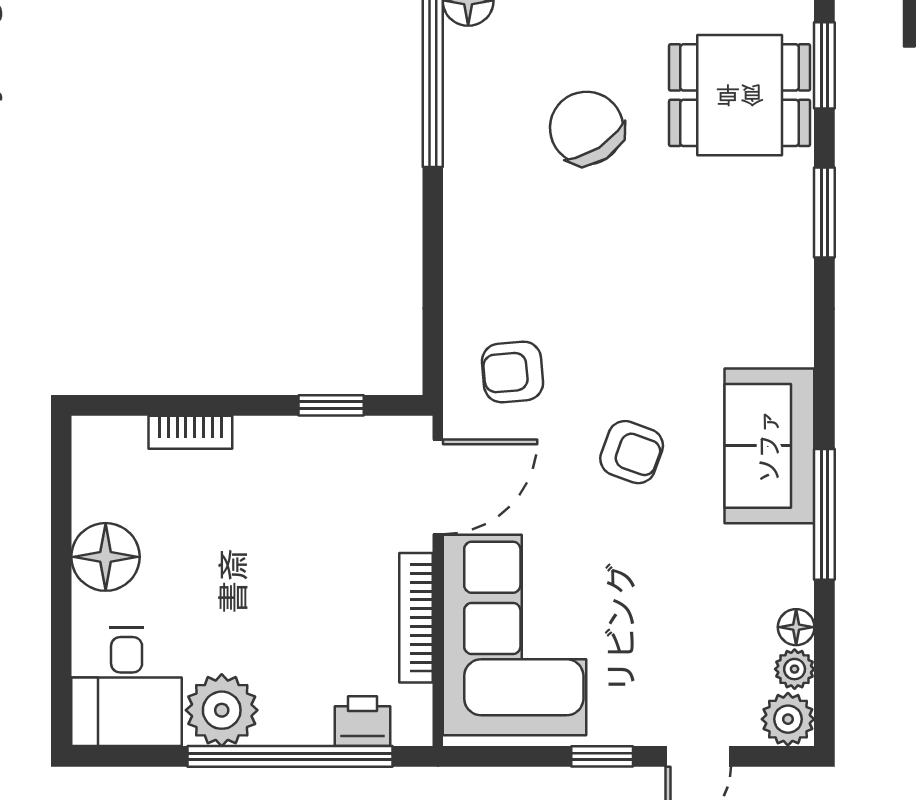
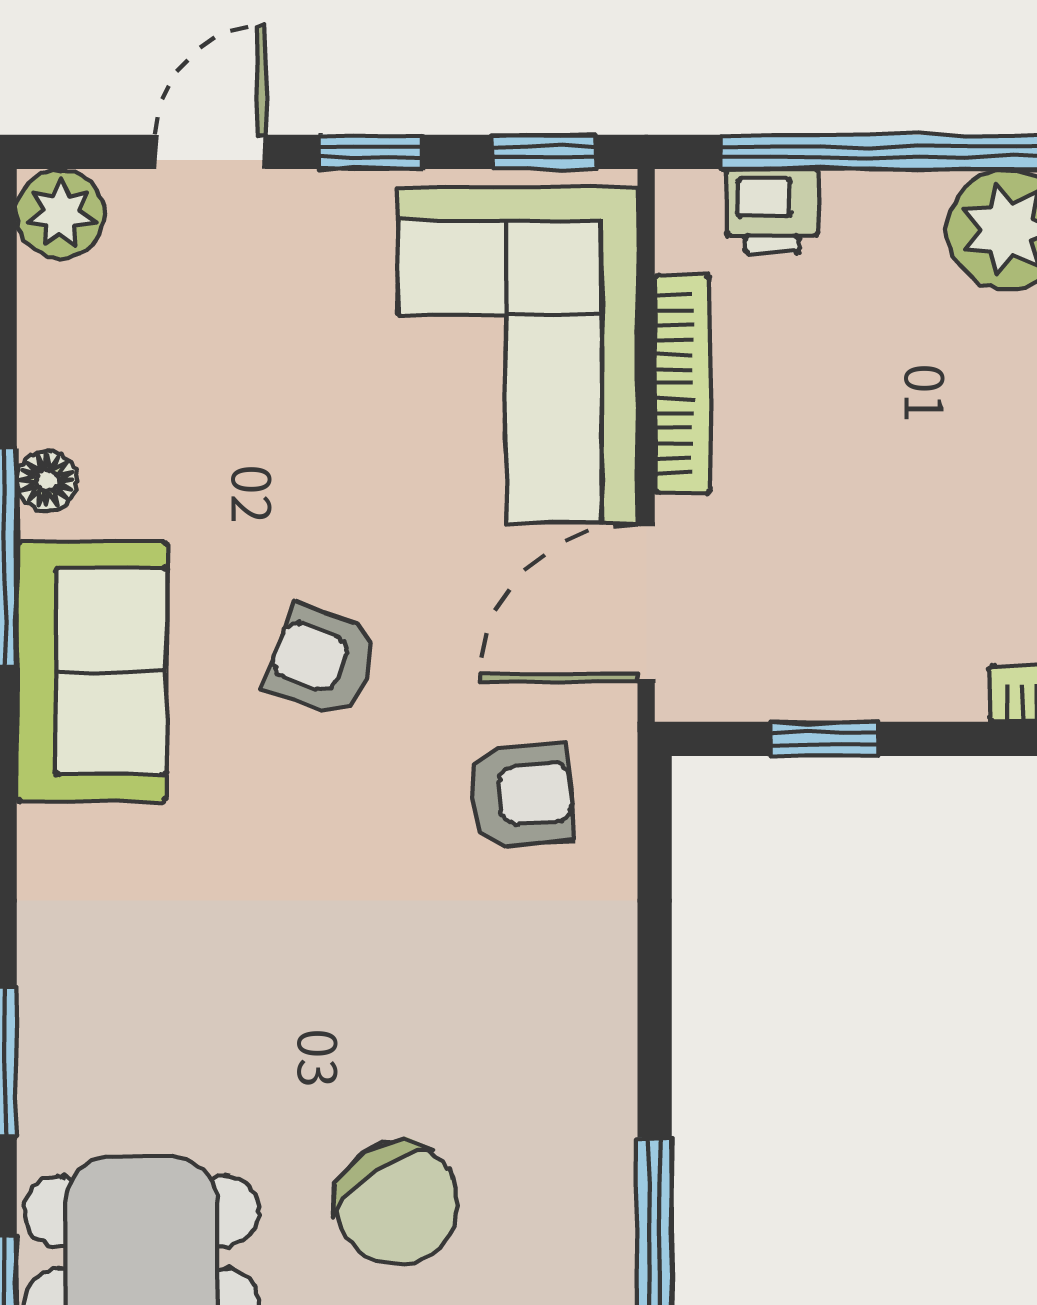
floor lamp: (796, 627) -> (47, 481), moved
plant: (795, 669) -> (50, 298), removed
window: (499, 756) -> (544, 152), added

